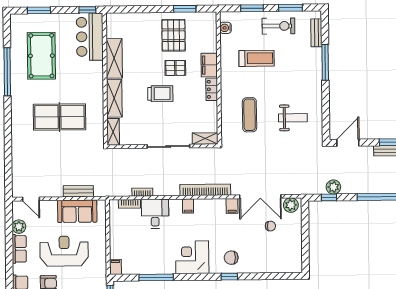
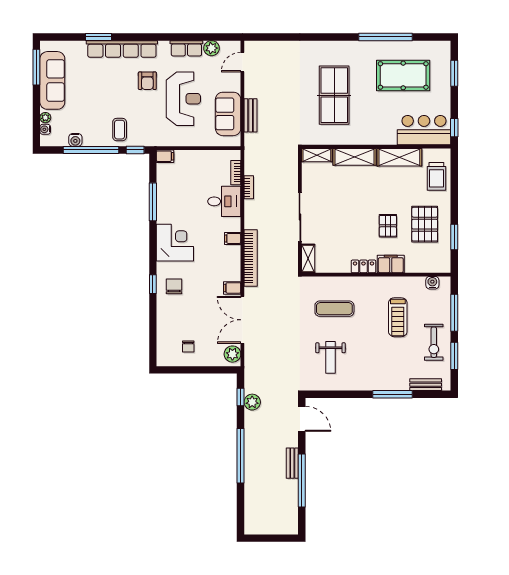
window: (252, 8) -> (454, 313), width x1.44
pallet: (174, 35) -> (425, 224), turned 90
trolley: (160, 94) -> (436, 176), moved
chair: (270, 226) -> (188, 347), moved

